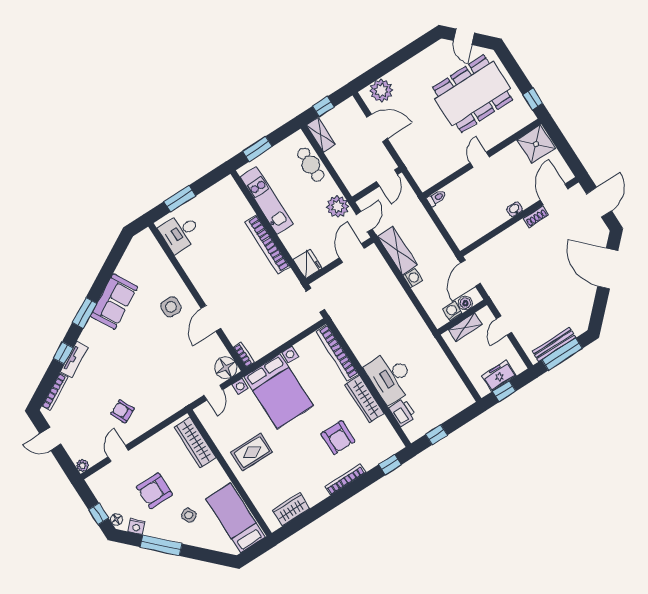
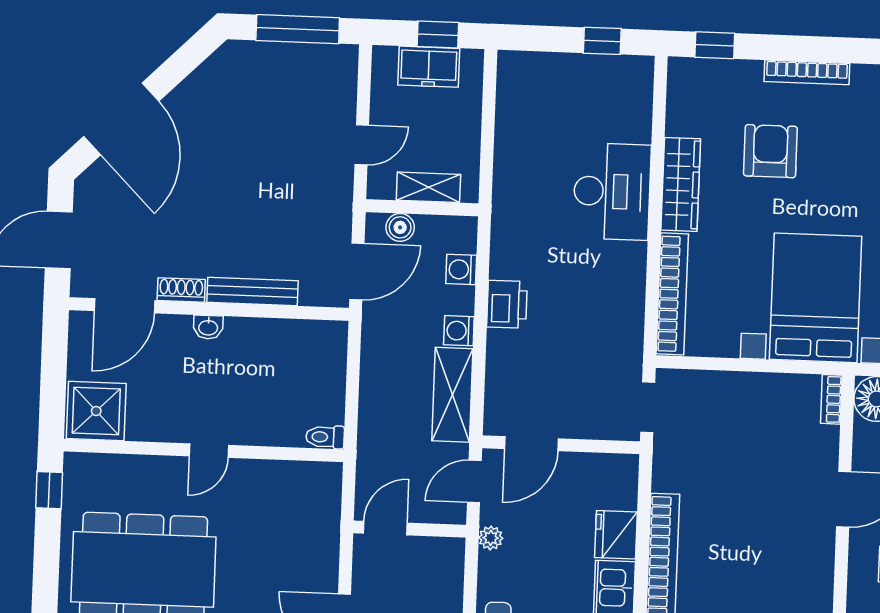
plant: (337, 207) -> (491, 538), width x0.53, depth x0.53
fridge: (308, 264) -> (616, 535), moved
washing machine: (452, 311) -> (461, 269), moved, turned 90
bench: (554, 344) -> (252, 292), moved
printer: (402, 412) -> (507, 304), moved, turned 180

